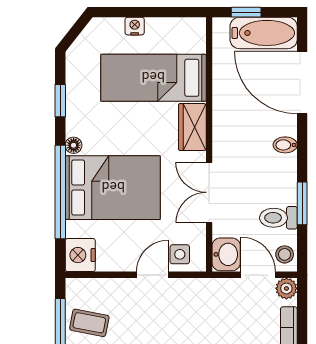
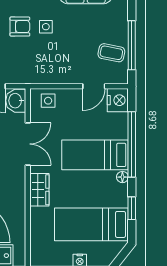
bed: (153, 78) -> (91, 224), moved, turned 180
bed: (113, 188) -> (95, 155), width x0.67
door: (152, 275) -> (94, 86), moved

